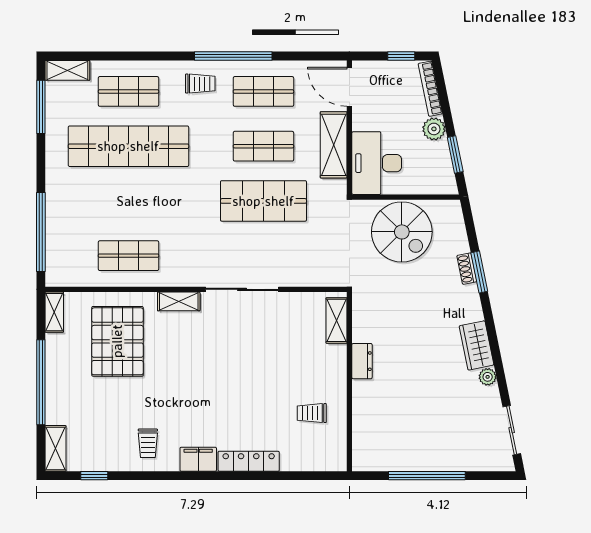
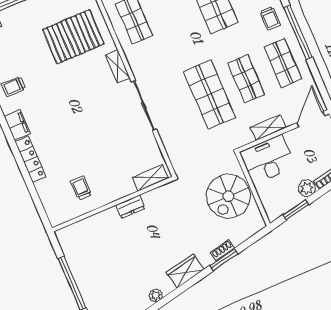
shelving: (334, 145) -> (268, 128), width x0.67, depth x0.75
wardrobe: (476, 345) -> (185, 271), moved

